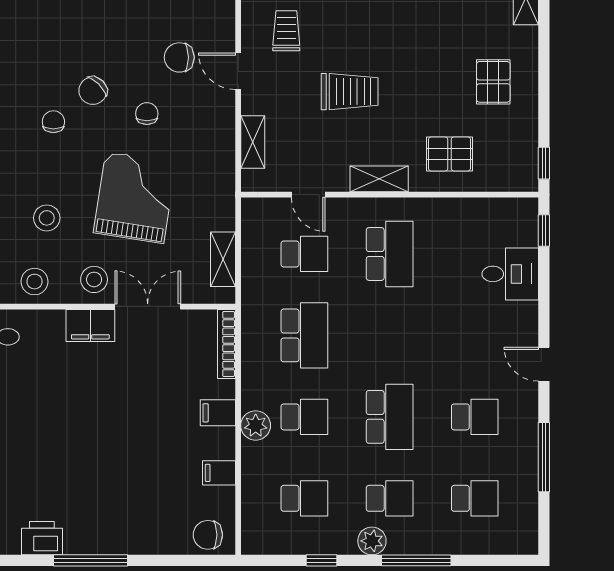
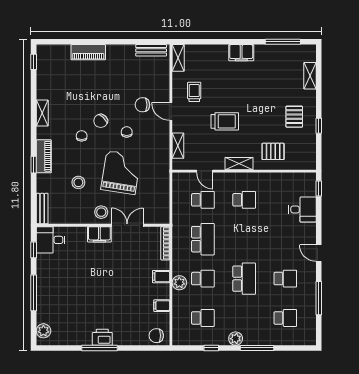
window: (544, 163) -> (319, 126), moved
school desk: (390, 254) -> (244, 200), width x0.54
shelving: (223, 259) -> (164, 202), removed
stool: (34, 282) -> (72, 213), removed
school desk: (390, 498) -> (244, 318), removed
printer: (42, 538) -> (102, 337), moved

